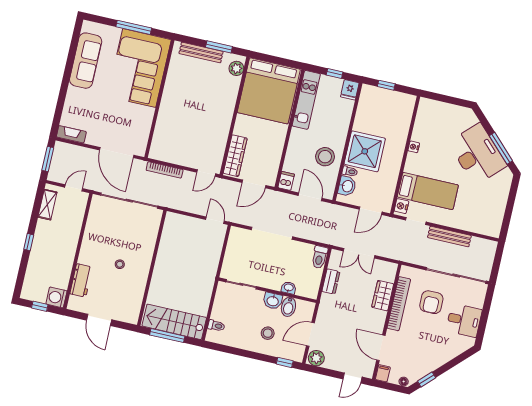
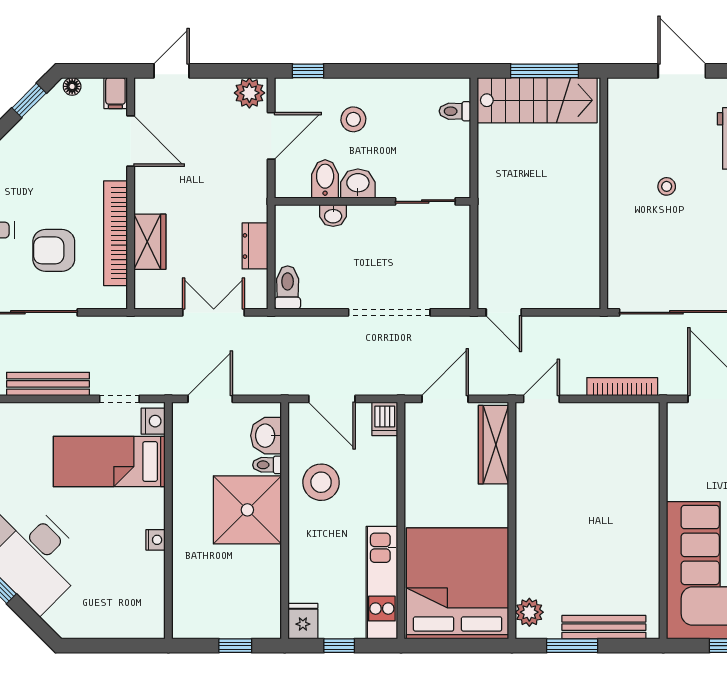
armchair: (431, 302) -> (54, 250), turned -90

